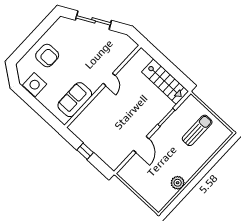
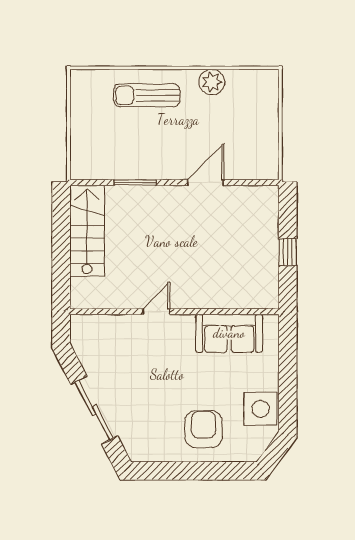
sun lounger: (197, 130) -> (147, 95), moved

